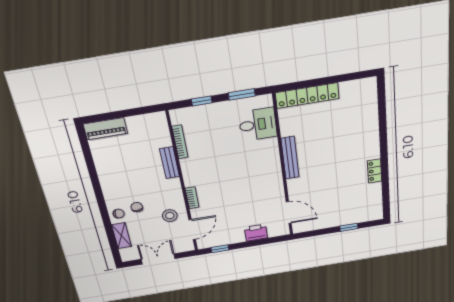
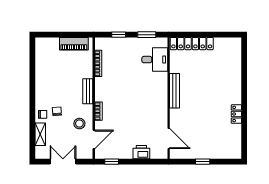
piano: (105, 129) -> (74, 44), moved
bench: (170, 163) -> (88, 91), moved
window: (349, 227) -> (203, 162), moved

